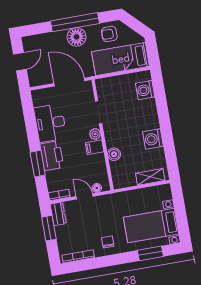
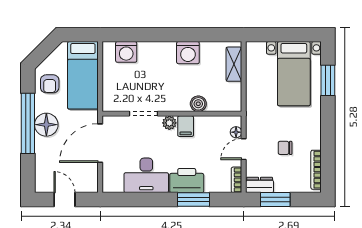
chair: (108, 242) -> (285, 148), moved

